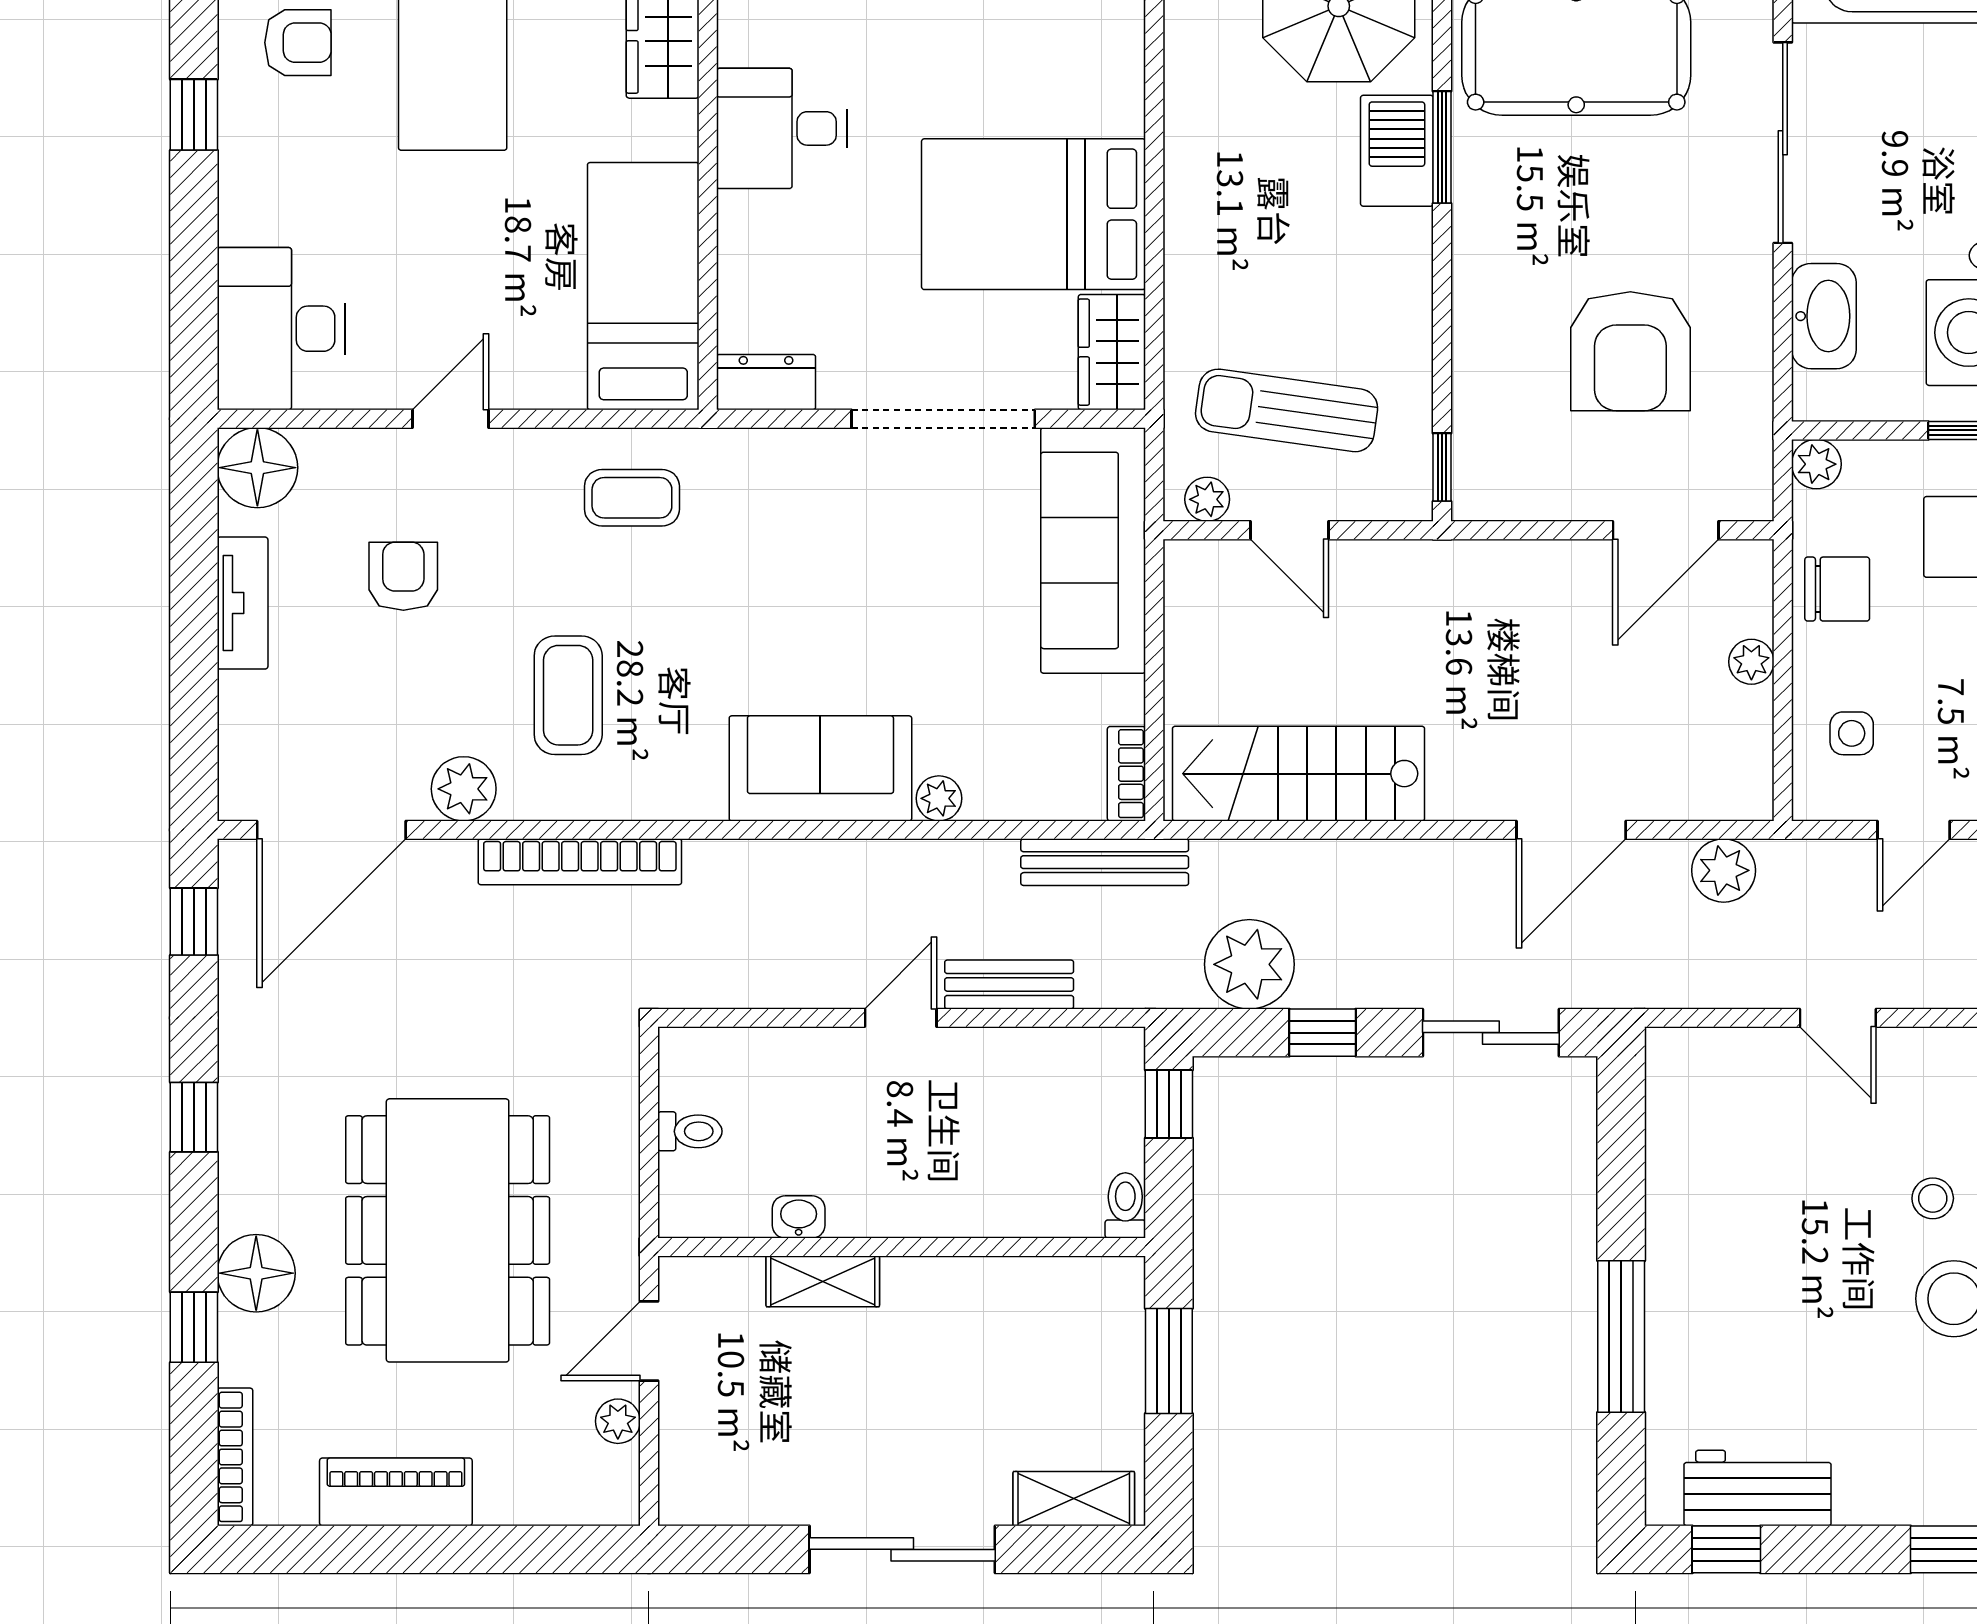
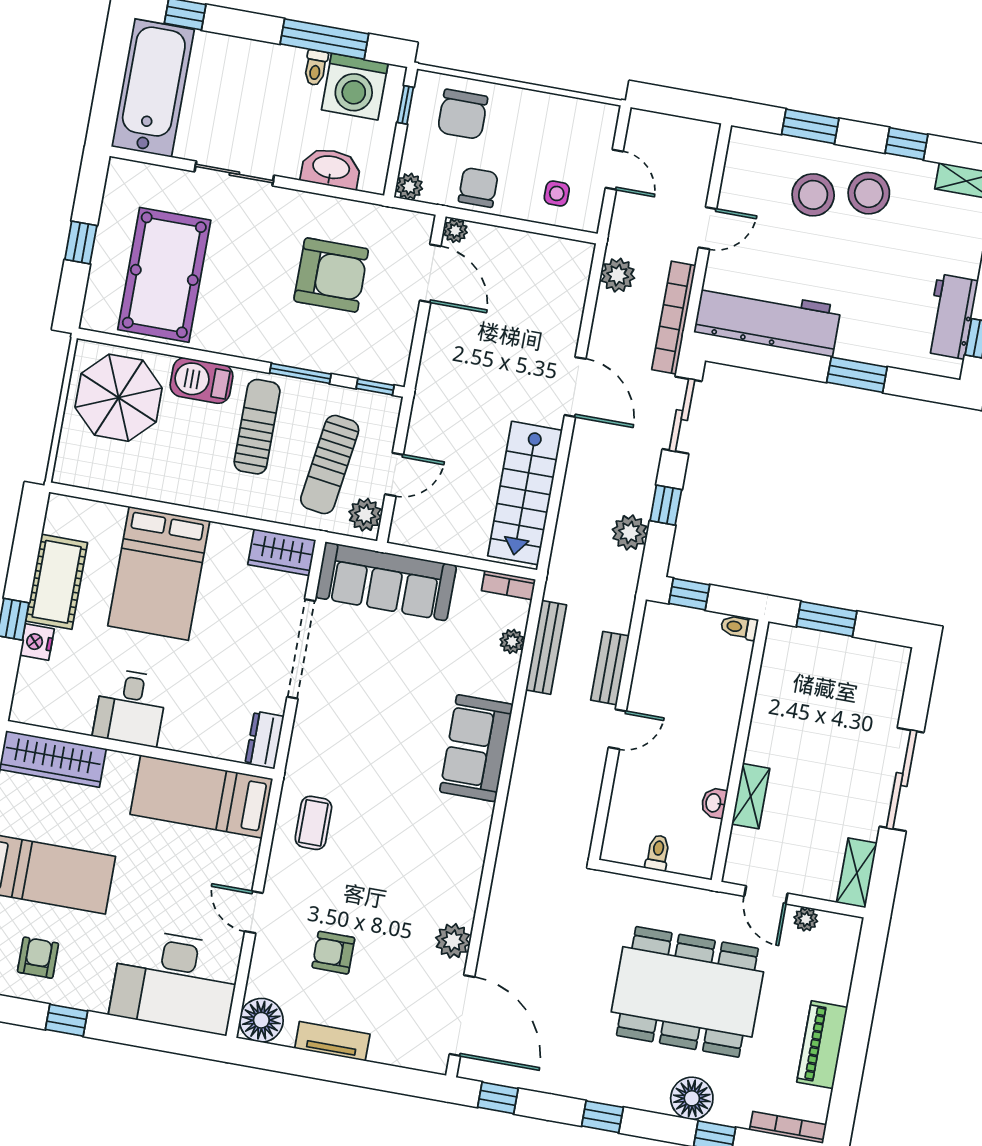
sliding door: (1783, 143) -> (234, 174), width x0.73
window: (1442, 147) -> (300, 373), moved
bed: (1034, 214) -> (159, 573), moved
sun lounger: (1331, 266) -> (257, 427), added
desk: (281, 329) -> (175, 981), width x1.36, depth x1.30
plant: (1207, 499) -> (365, 515), width x1.38, depth x1.38
plant: (1751, 662) -> (455, 231), moved
coffee table: (568, 695) -> (413, 876), removed
plant: (939, 798) -> (512, 641), moved
door: (1571, 830) -> (575, 387), moved
bookcase: (580, 862) -> (674, 318), moved, turned 180
bench: (1105, 862) -> (546, 647), moved
plant: (1249, 964) -> (630, 532), width x0.73, depth x0.73
door: (901, 1018) -> (617, 729), swing flipped
workbench: (1692, 1156) -> (768, 320), added
stool: (1933, 1198) -> (813, 195), width x1.89, depth x1.89
window: (1621, 1337) -> (857, 375), width x0.69
shelving: (1074, 1499) -> (857, 873), moved

